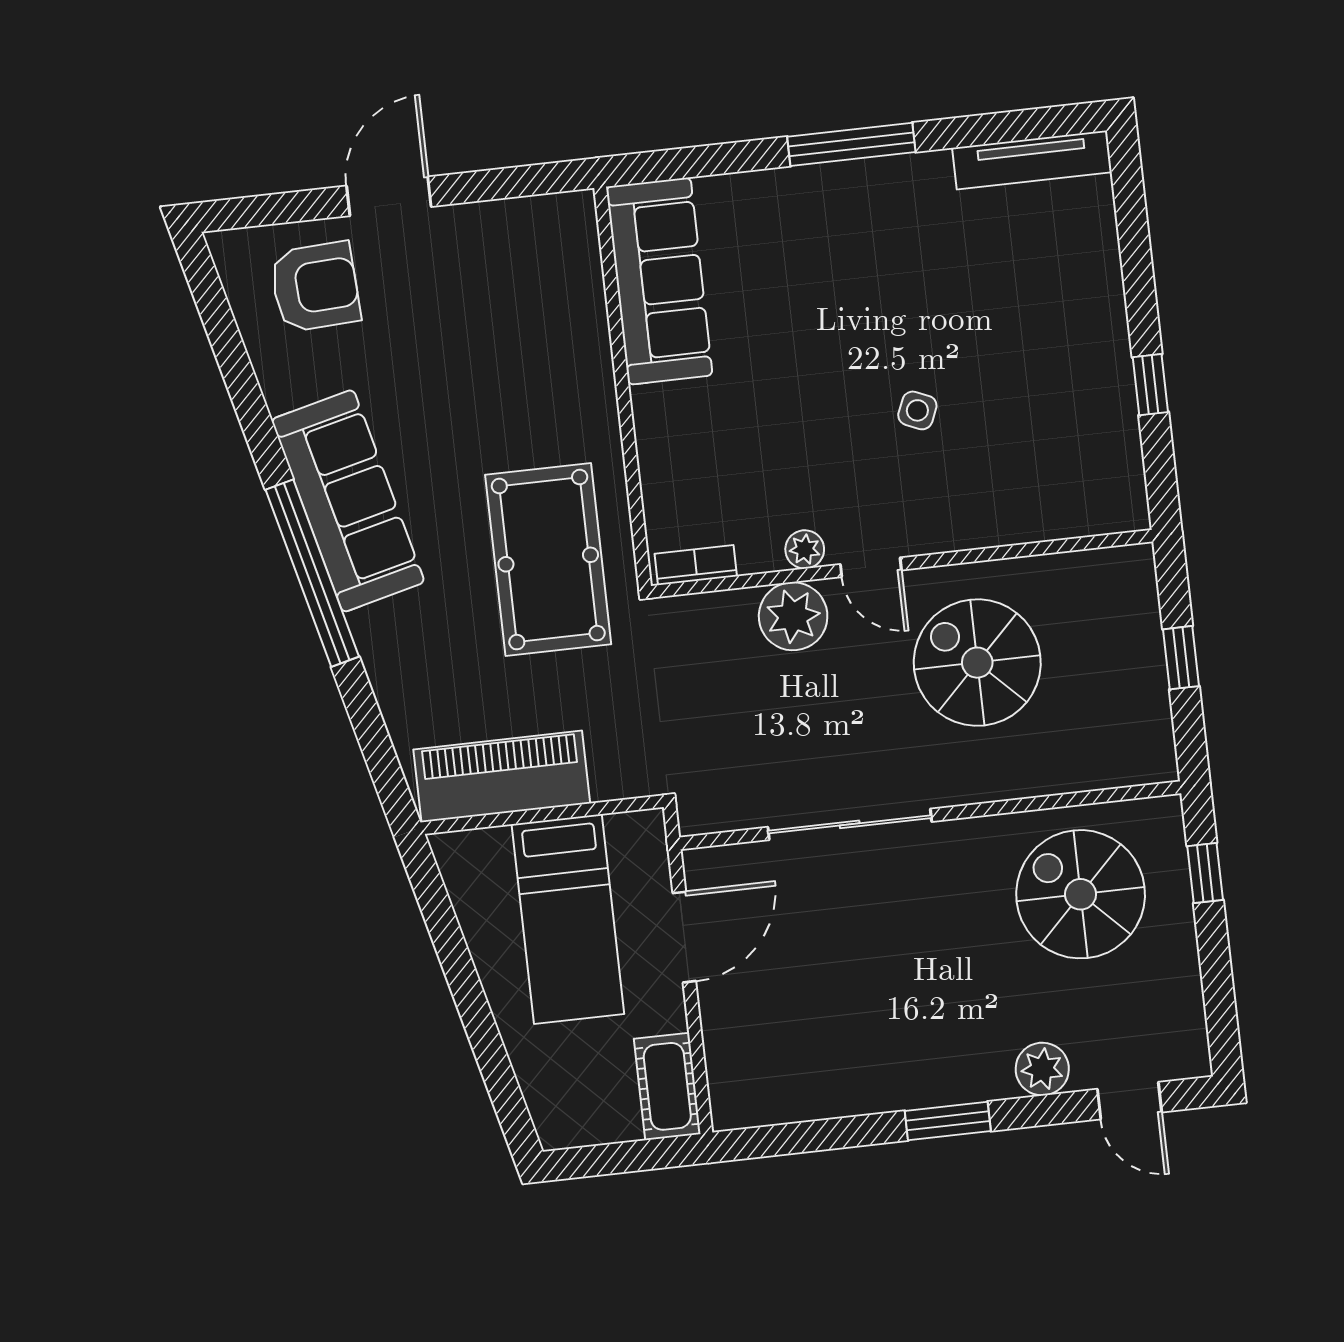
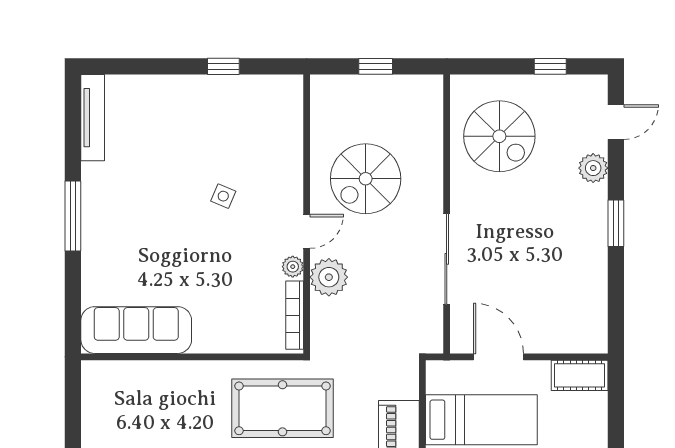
bookcase: (696, 565) -> (295, 315), width x1.56
window: (1205, 873) -> (550, 66), moved
spiral stairs: (1081, 894) -> (499, 136), turned -90

